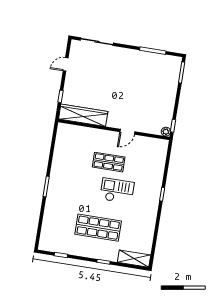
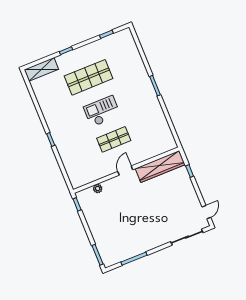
door: (66, 64) -> (206, 212), moved
door: (127, 132) -> (125, 171), moved
plant: (166, 132) -> (98, 188), moved
checkout: (117, 191) -> (102, 111), moved, turned 180

